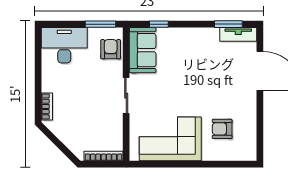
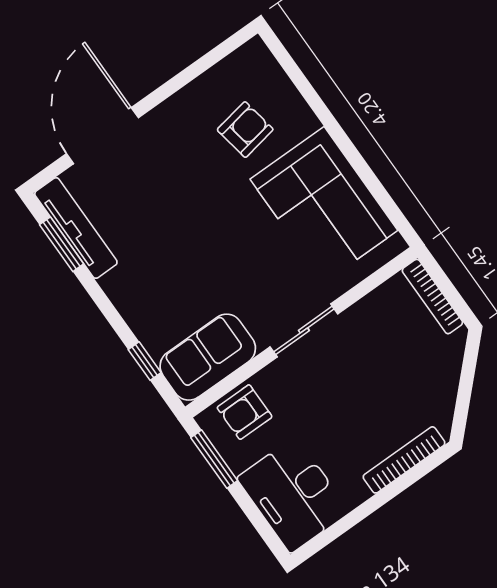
tv unit: (238, 34) -> (76, 228), width x1.41
bookcase: (47, 106) -> (404, 460), width x1.56
armchair: (222, 129) -> (245, 130), turned -100

